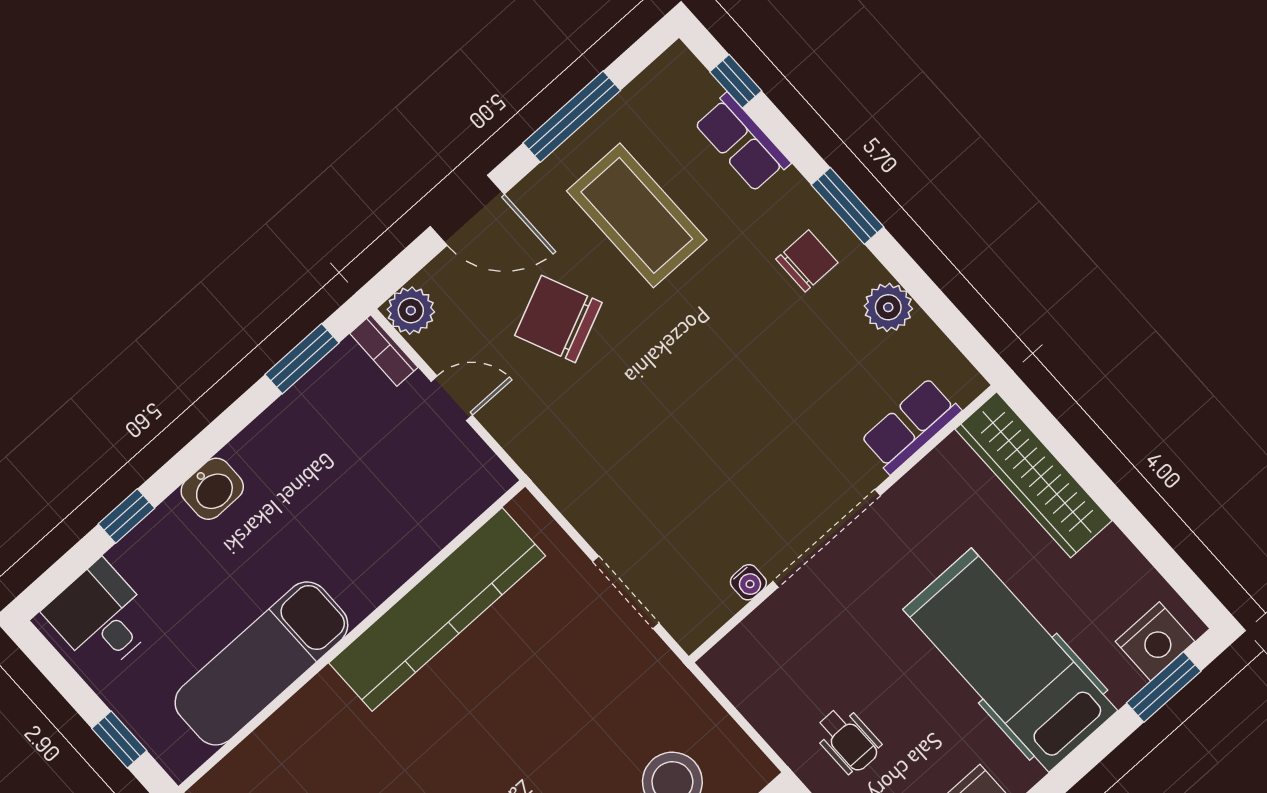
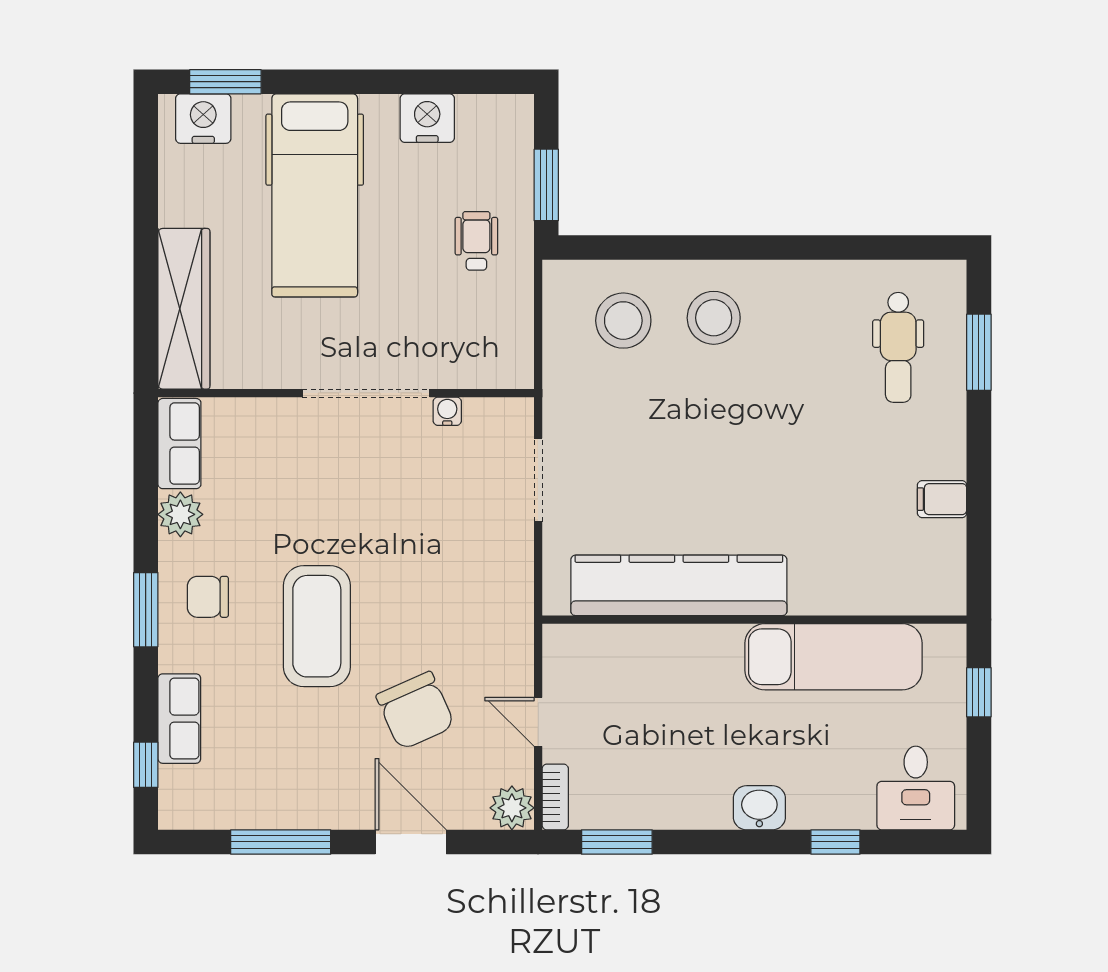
coffee table: (637, 215) -> (317, 626), moved
row of seats: (911, 426) -> (179, 444), moved, turned -90

